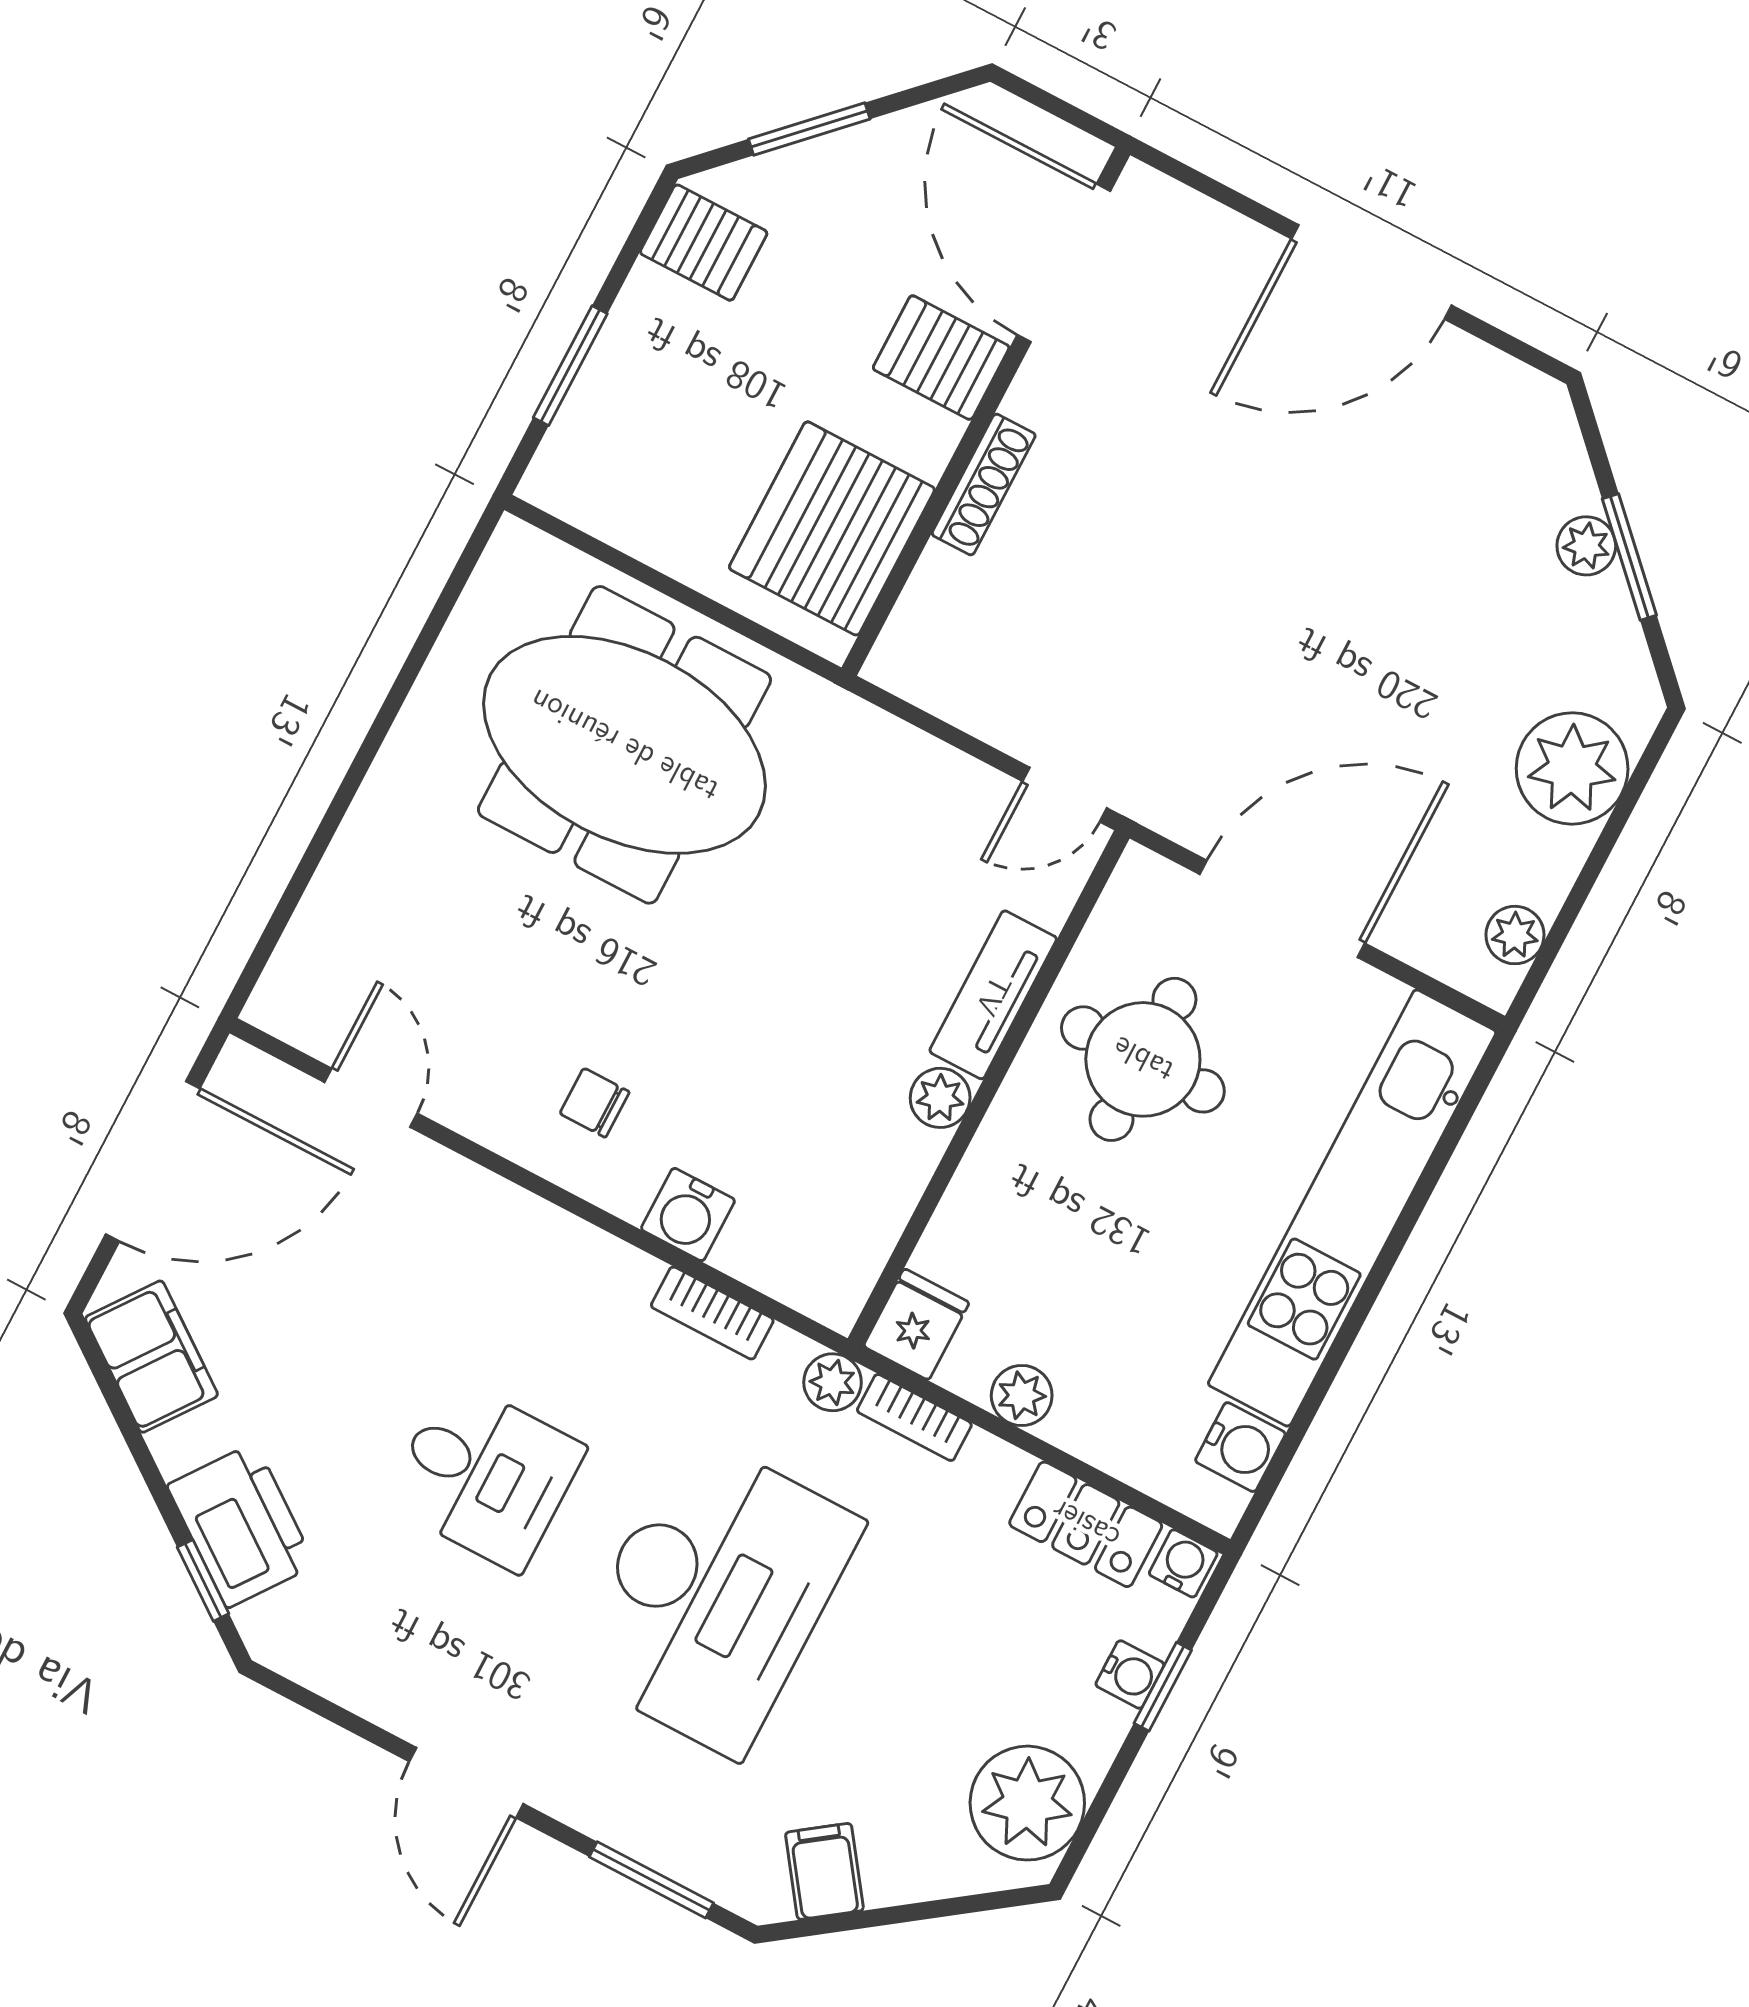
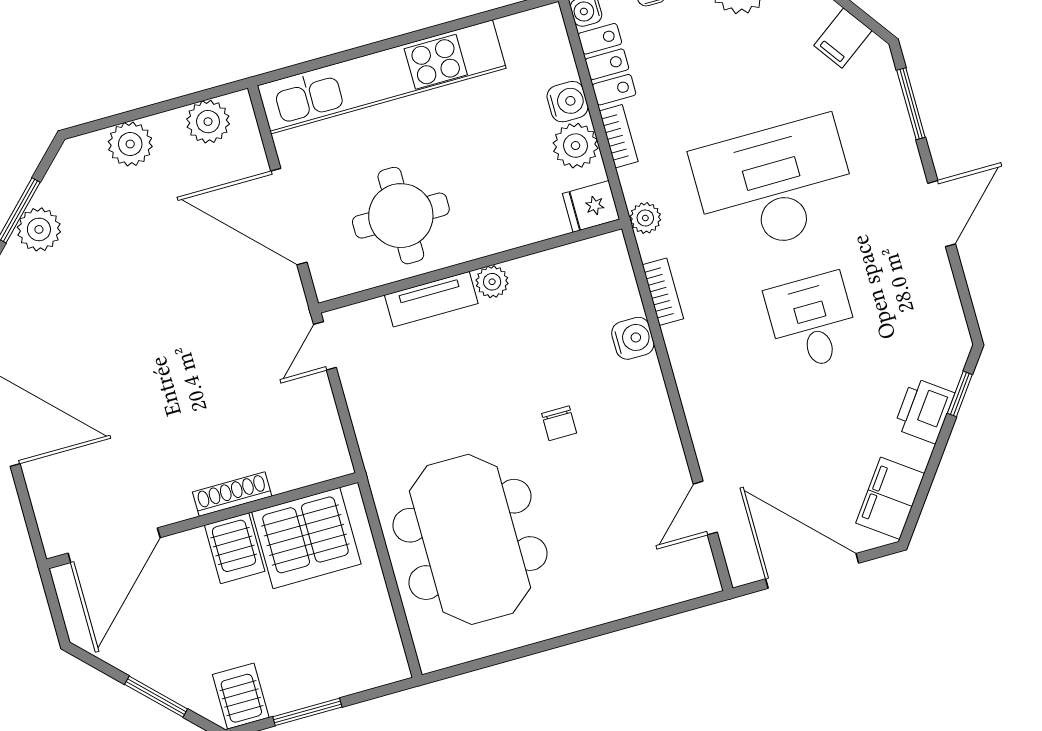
server rack: (941, 358) -> (235, 548), moved
window: (570, 366) -> (307, 712), moved
plant: (1586, 546) -> (39, 229), width x1.38, depth x1.38
plant: (1572, 768) -> (130, 144), width x0.73, depth x0.73
door: (1065, 795) -> (325, 346), swing flipped
plant: (1515, 935) -> (208, 122), width x1.38, depth x1.38
chair: (595, 1103) -> (559, 423), moved
plant: (1022, 1395) -> (576, 146), width x1.38, depth x1.38
bookcase: (914, 1417) -> (619, 136), moved
water cooler: (1240, 1447) -> (568, 102), moved, turned 90
printer: (241, 1525) -> (924, 411), width x0.73, depth x0.84

